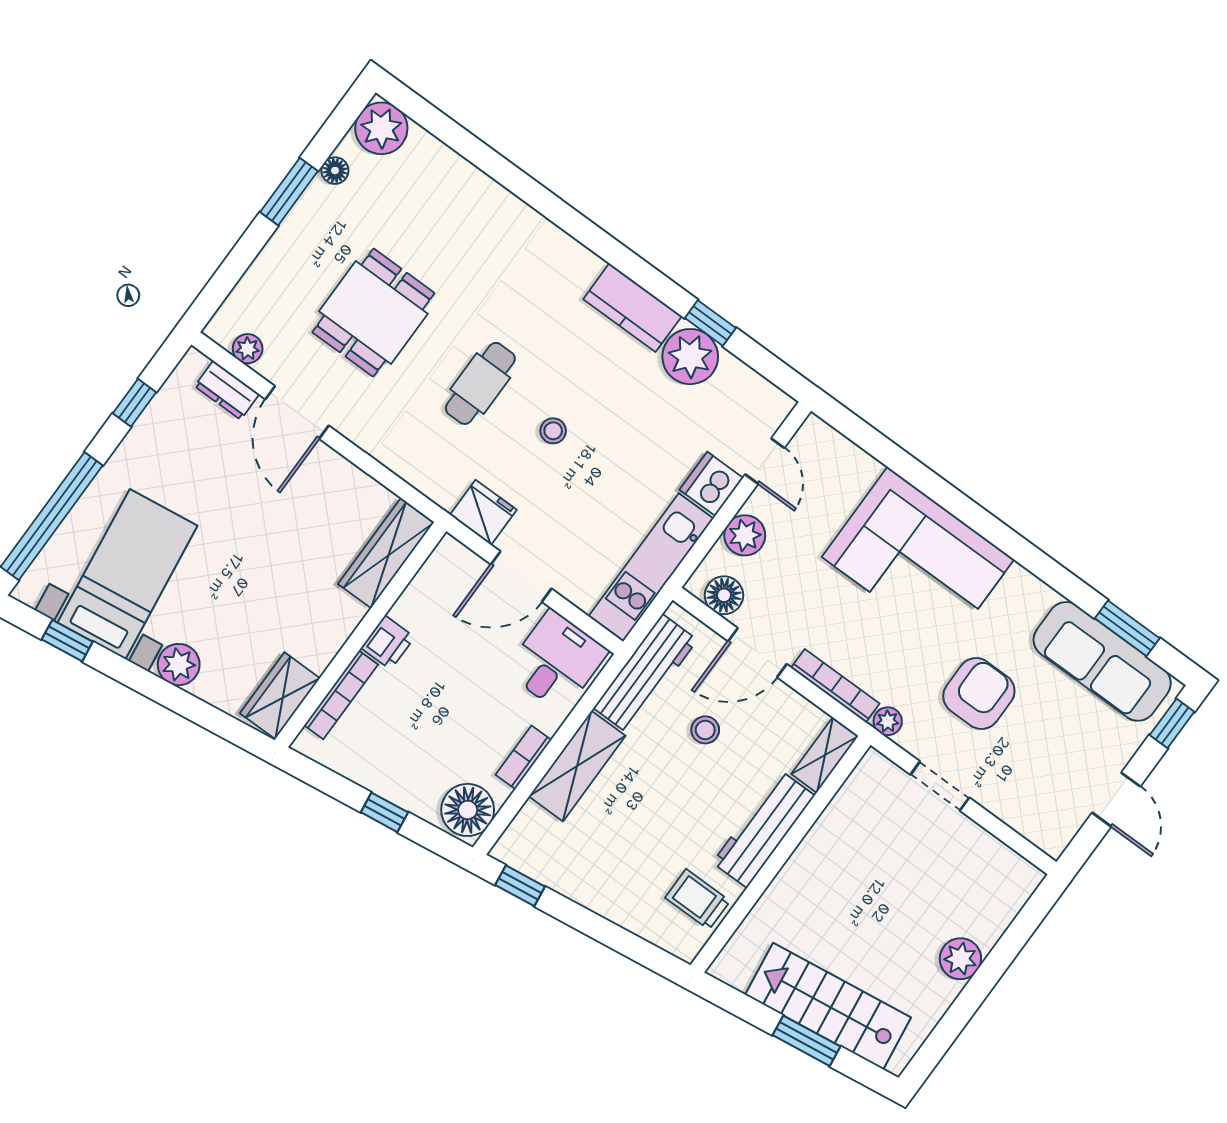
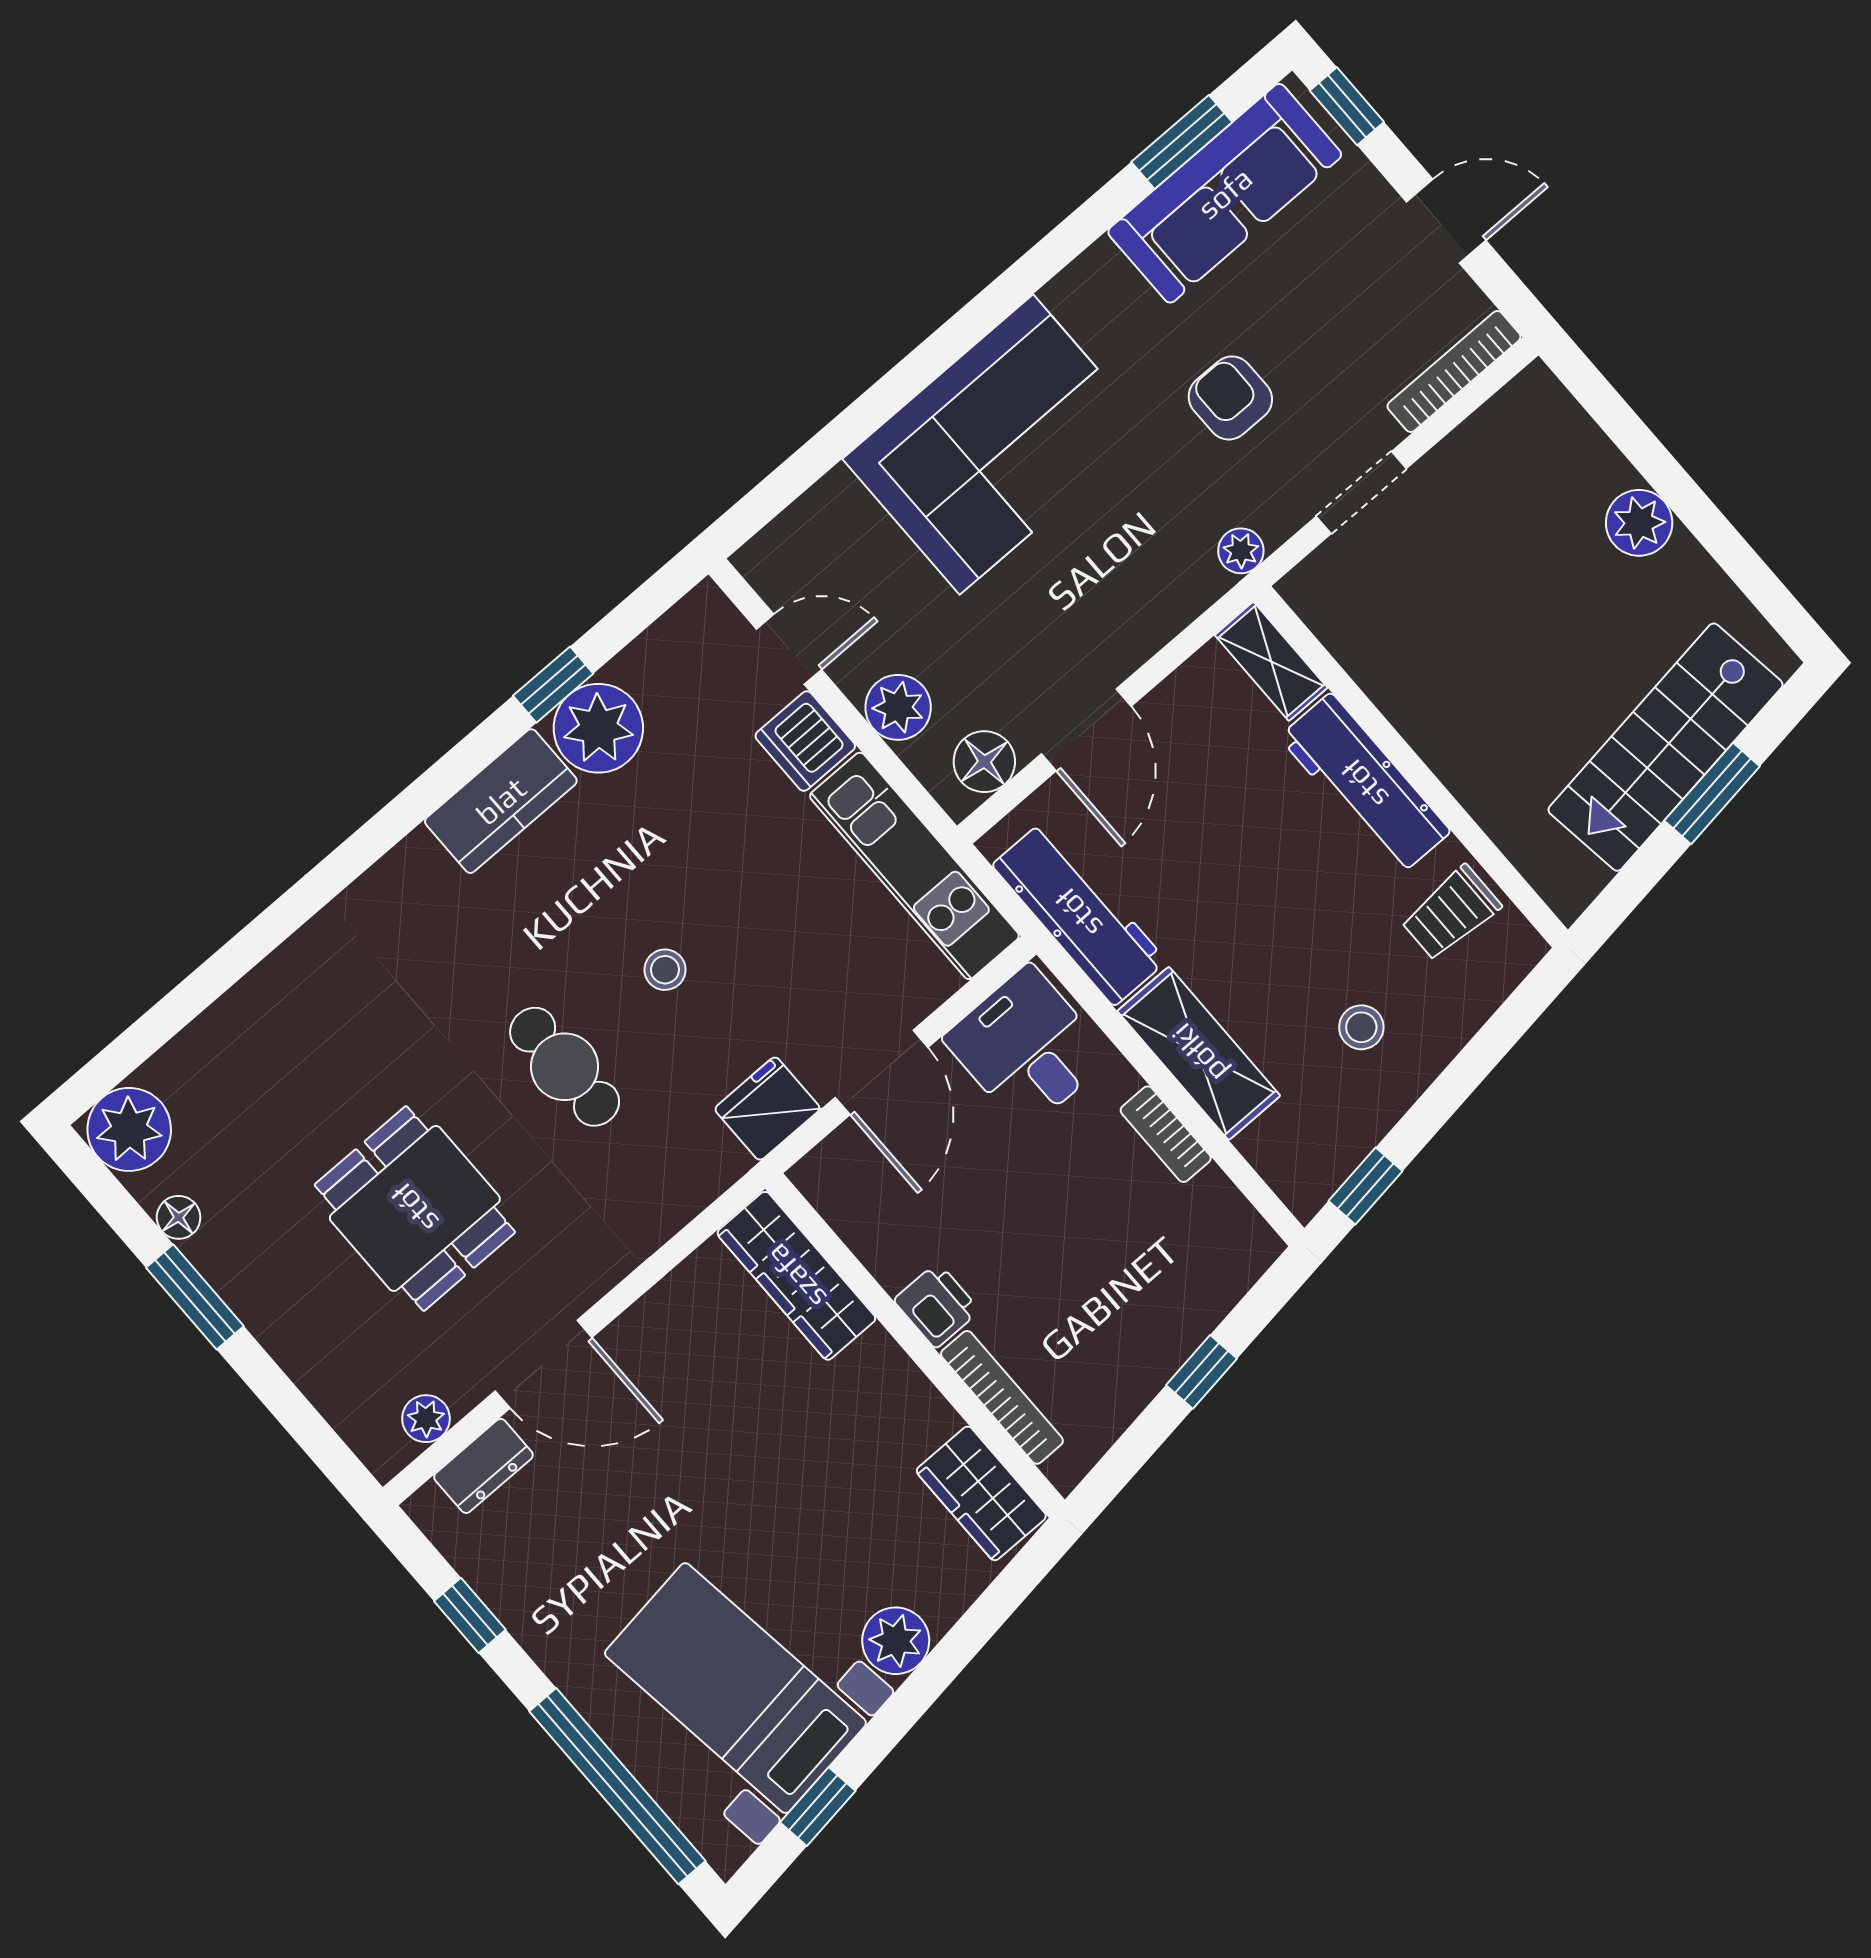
bookcase: (835, 686) -> (1454, 372), moved
armchair: (979, 694) -> (1230, 398), width x0.72, depth x0.72
stool: (705, 730) -> (1361, 1027), moved
floor lamp: (468, 810) -> (1228, 1241), removed

